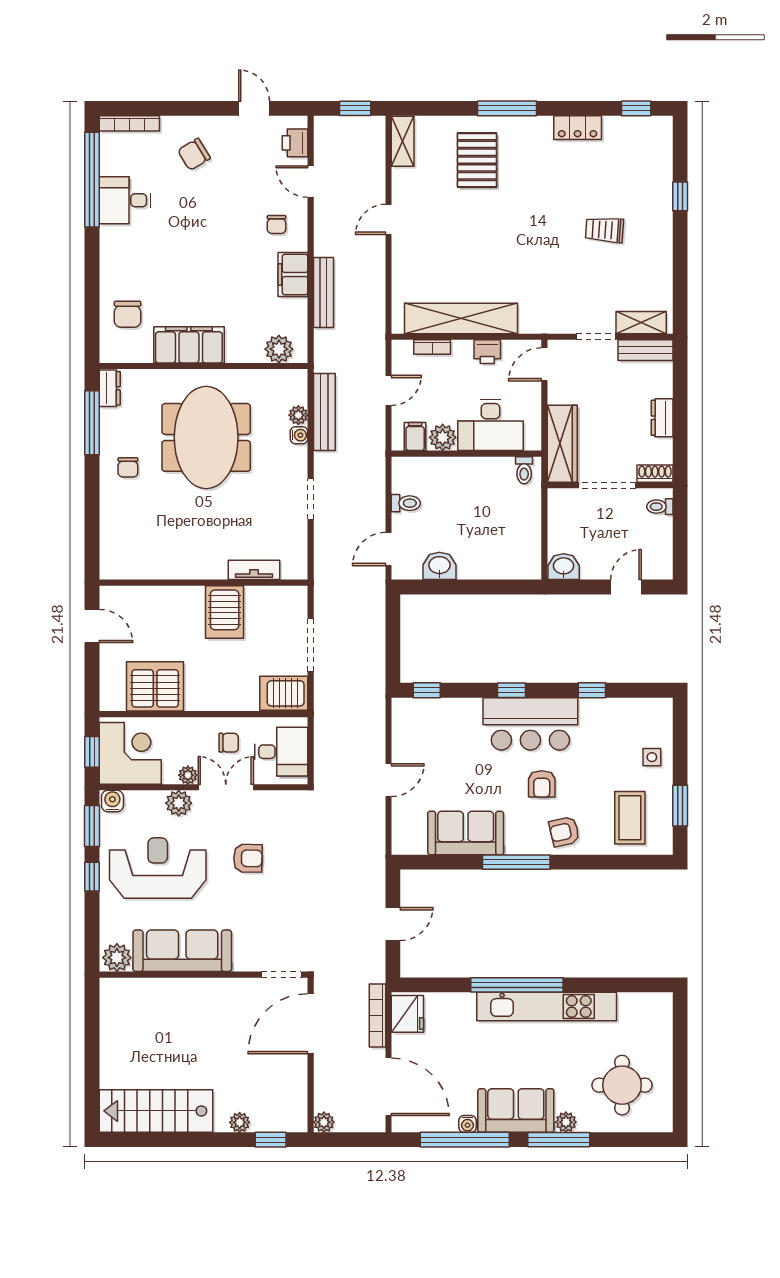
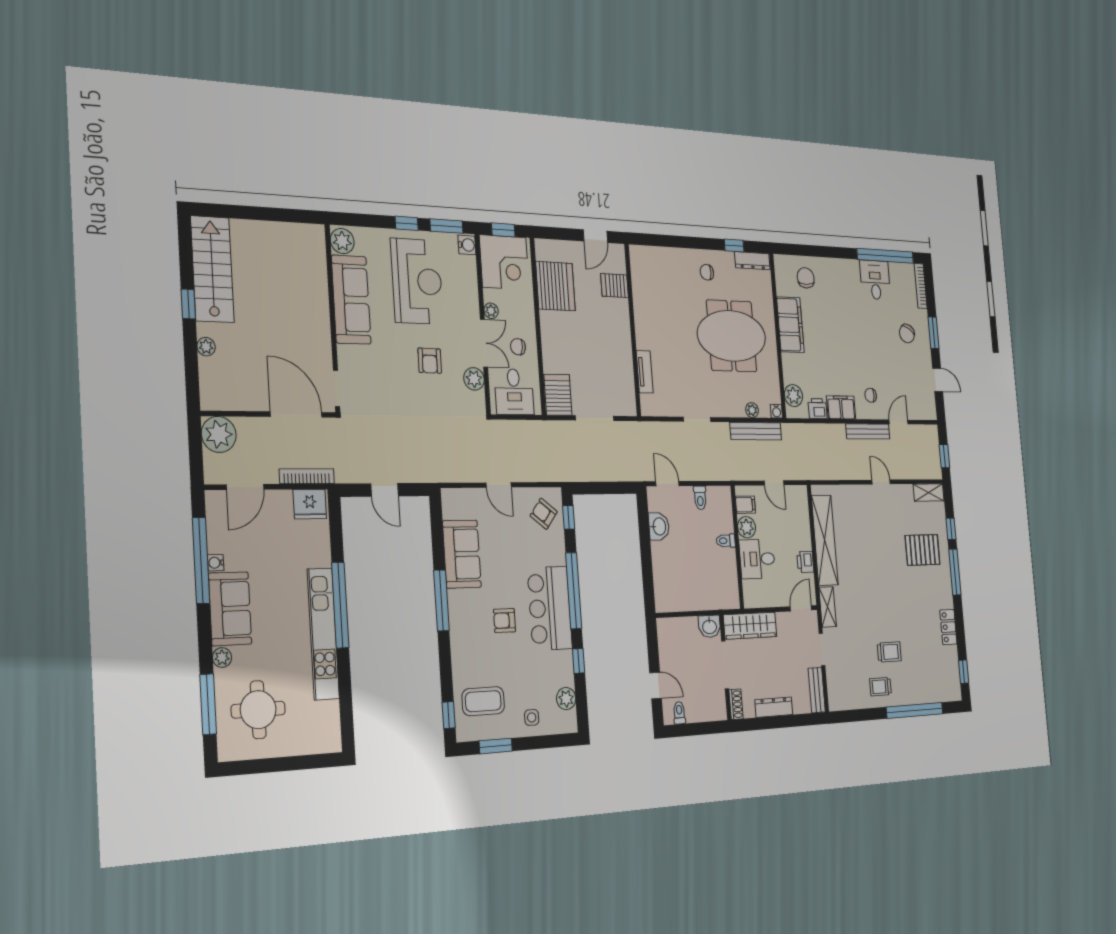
window: (191, 108) -> (933, 333), added
door: (254, 108) -> (938, 380), hinge flipped
window: (450, 108) -> (951, 529), added
printer: (295, 143) -> (818, 409), moved
chair: (194, 154) -> (907, 334), turned -119
window: (680, 196) -> (915, 710), width x3.17
trolley: (605, 230) -> (889, 652), turned 86
trolley: (647, 249) -> (880, 687), added
bench: (323, 292) -> (868, 431), moved
chair: (128, 314) -> (806, 278), turned 90
shelving: (641, 323) -> (828, 607), moved
bookcase: (432, 347) -> (805, 517), removed
door: (544, 364) -> (801, 608), hinge flipped
dresser: (110, 388) -> (752, 261), width x1.44
dresser: (662, 418) -> (774, 707), width x1.44
window: (92, 423) -> (734, 246), width x0.46
desk: (491, 425) -> (757, 559), width x0.73
water cooler: (299, 435) -> (776, 411), moved
toilet: (524, 470) -> (726, 541), moved
toilet: (660, 507) -> (679, 713), moved
washbasin: (564, 567) -> (710, 626), moved, turned 90
server rack: (225, 612) -> (615, 285), moved, width x0.73, depth x0.70
window: (511, 690) -> (574, 591), width x3.17
plant: (634, 710) -> (566, 699), added
chair: (229, 743) -> (518, 347), turned 97
plant: (179, 803) -> (474, 379), moved
armchair: (564, 832) -> (544, 514), moved, turned -39
window: (642, 862) -> (449, 715), added
door: (389, 1087) -> (245, 487), width x0.73
plant: (324, 1122) -> (219, 434), width x1.88, depth x1.88
window: (271, 1140) -> (188, 304), moved
window: (559, 1140) -> (208, 704), moved

